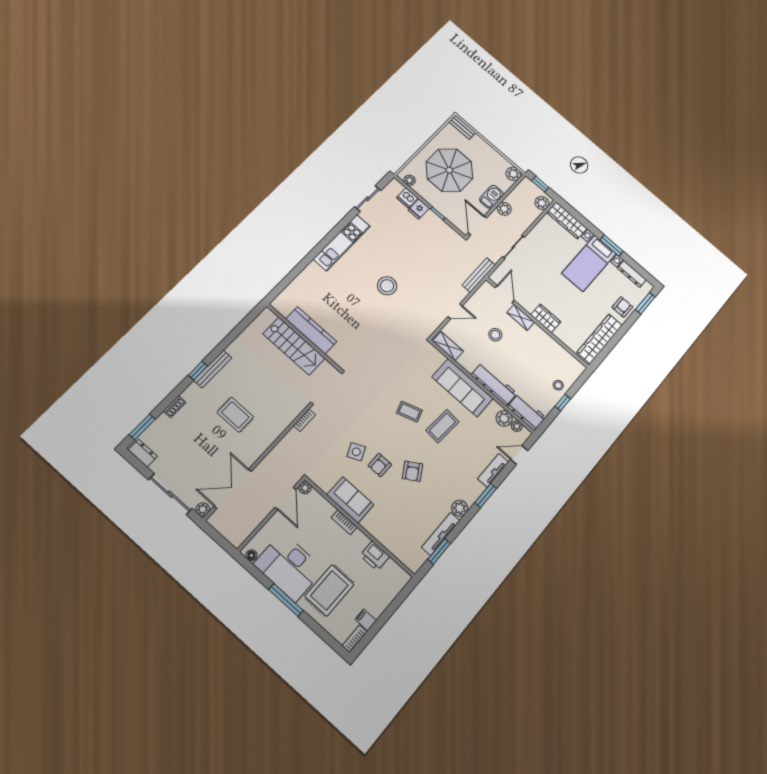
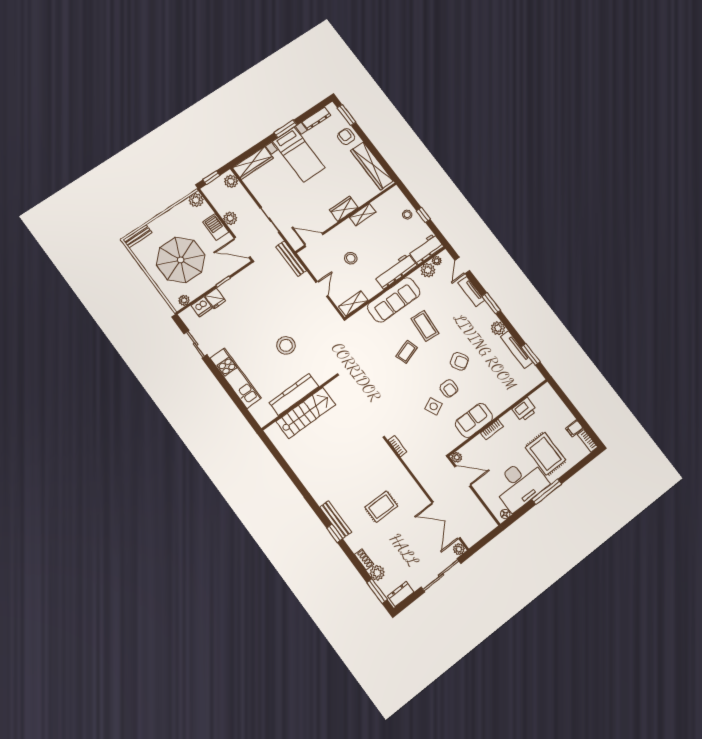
shelving: (521, 317) -> (363, 215), moved
kitchen counter: (311, 330) -> (294, 394), moved
wall: (304, 338) -> (300, 402), moved
stairs: (294, 346) -> (306, 413), moved
plant: (162, 423) -> (377, 573), added

